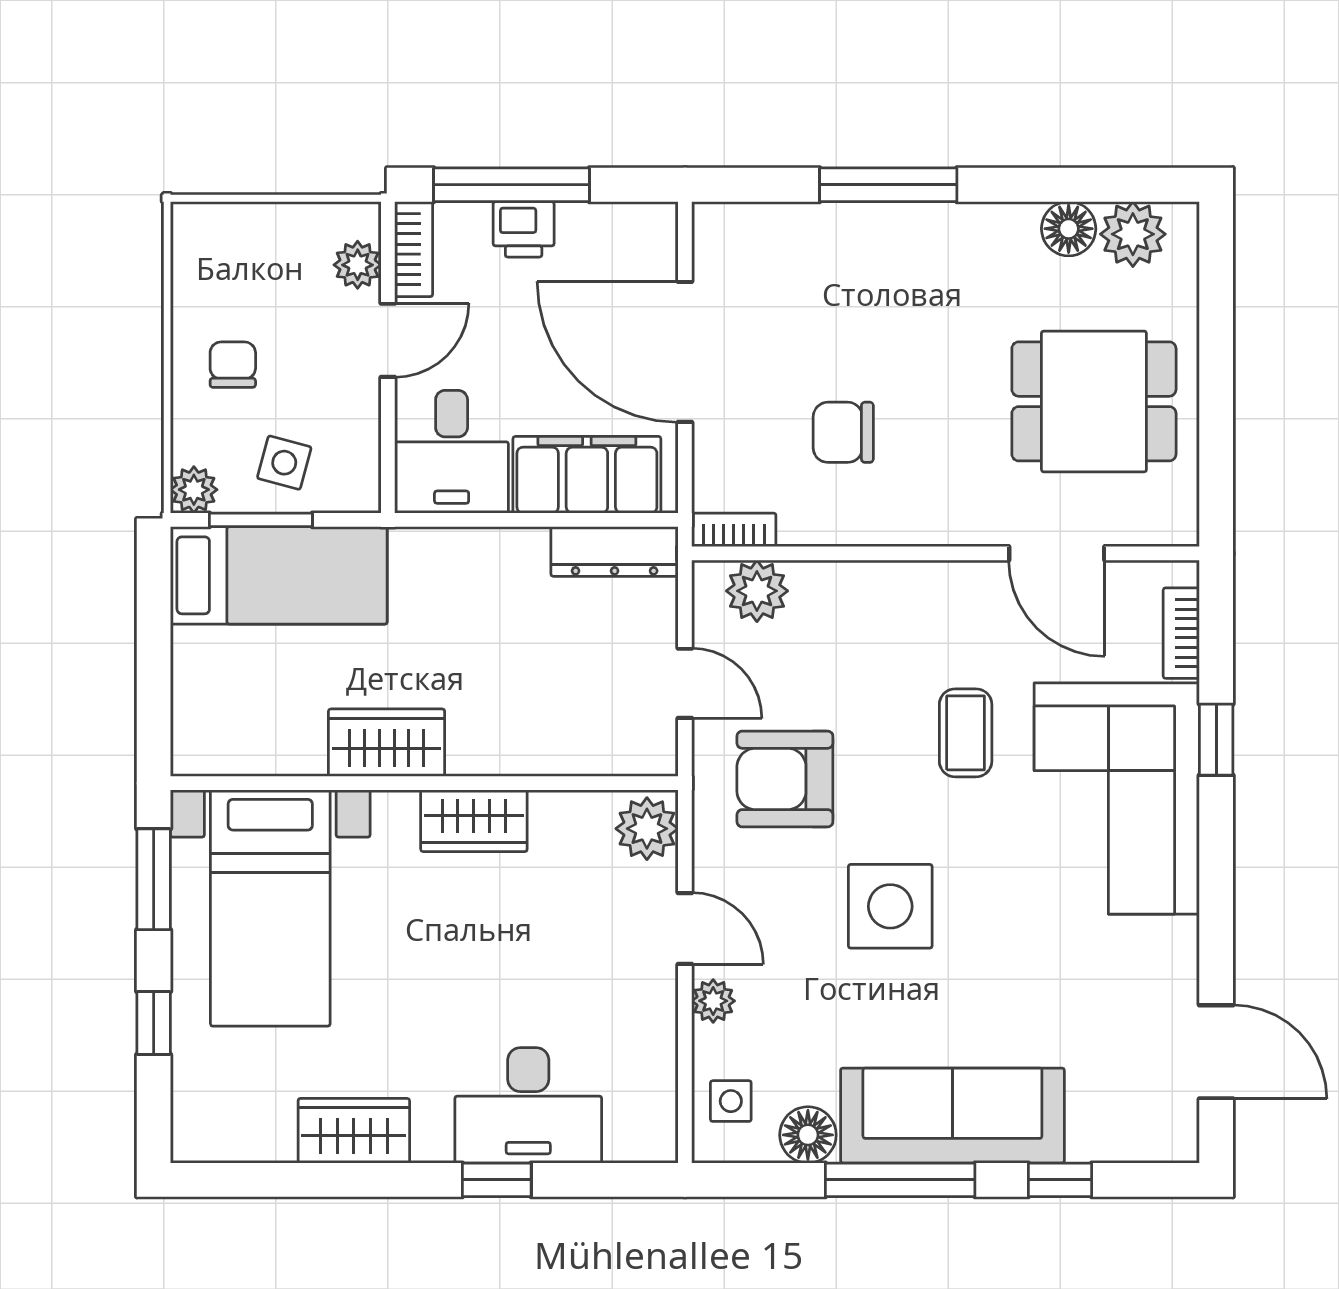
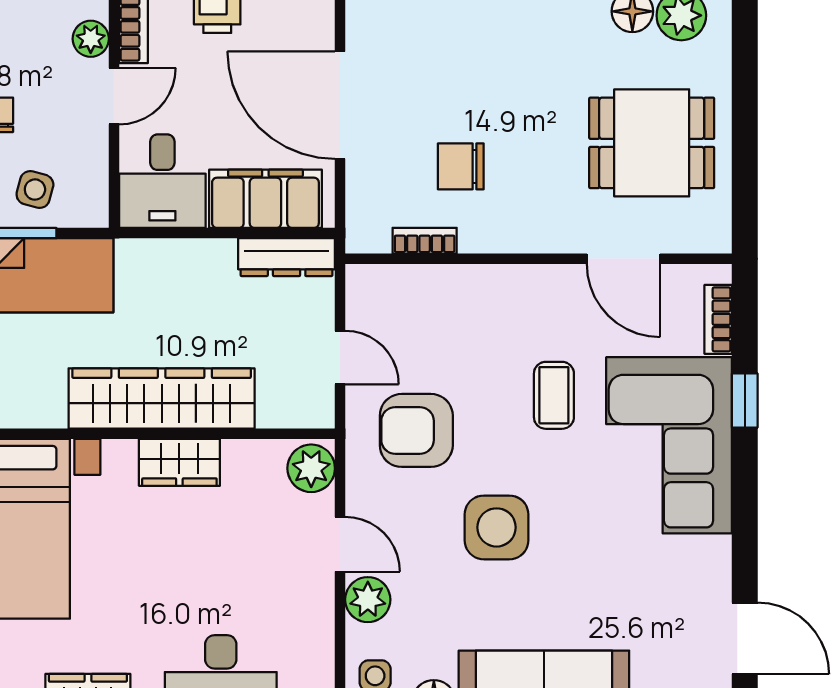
bookcase: (734, 530) -> (425, 241), moved
plant: (757, 591) -> (395, 287), removed
wardrobe: (387, 743) -> (162, 398), width x2.10, depth x1.17
plant: (713, 1001) -> (368, 600), width x1.38, depth x1.38

